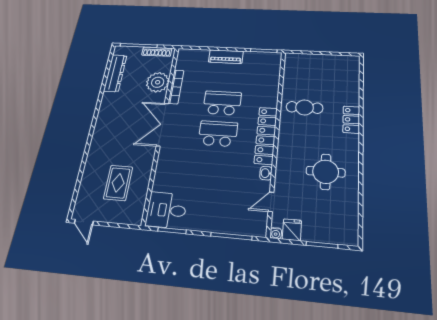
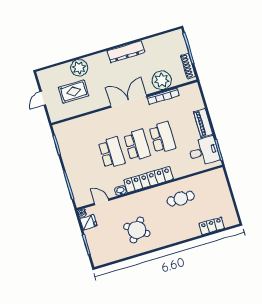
dresser: (115, 73) -> (126, 52), moved
cafe table: (305, 107) -> (181, 199), turned 90
locker: (351, 120) -> (212, 226), moved
plant: (95, 166) -> (79, 68), added
school desk: (213, 166) -> (112, 153), added
round table: (326, 172) -> (137, 230), turned 36
desk: (166, 210) -> (204, 151), moved, turned 90
door: (84, 222) -> (43, 98), moved

